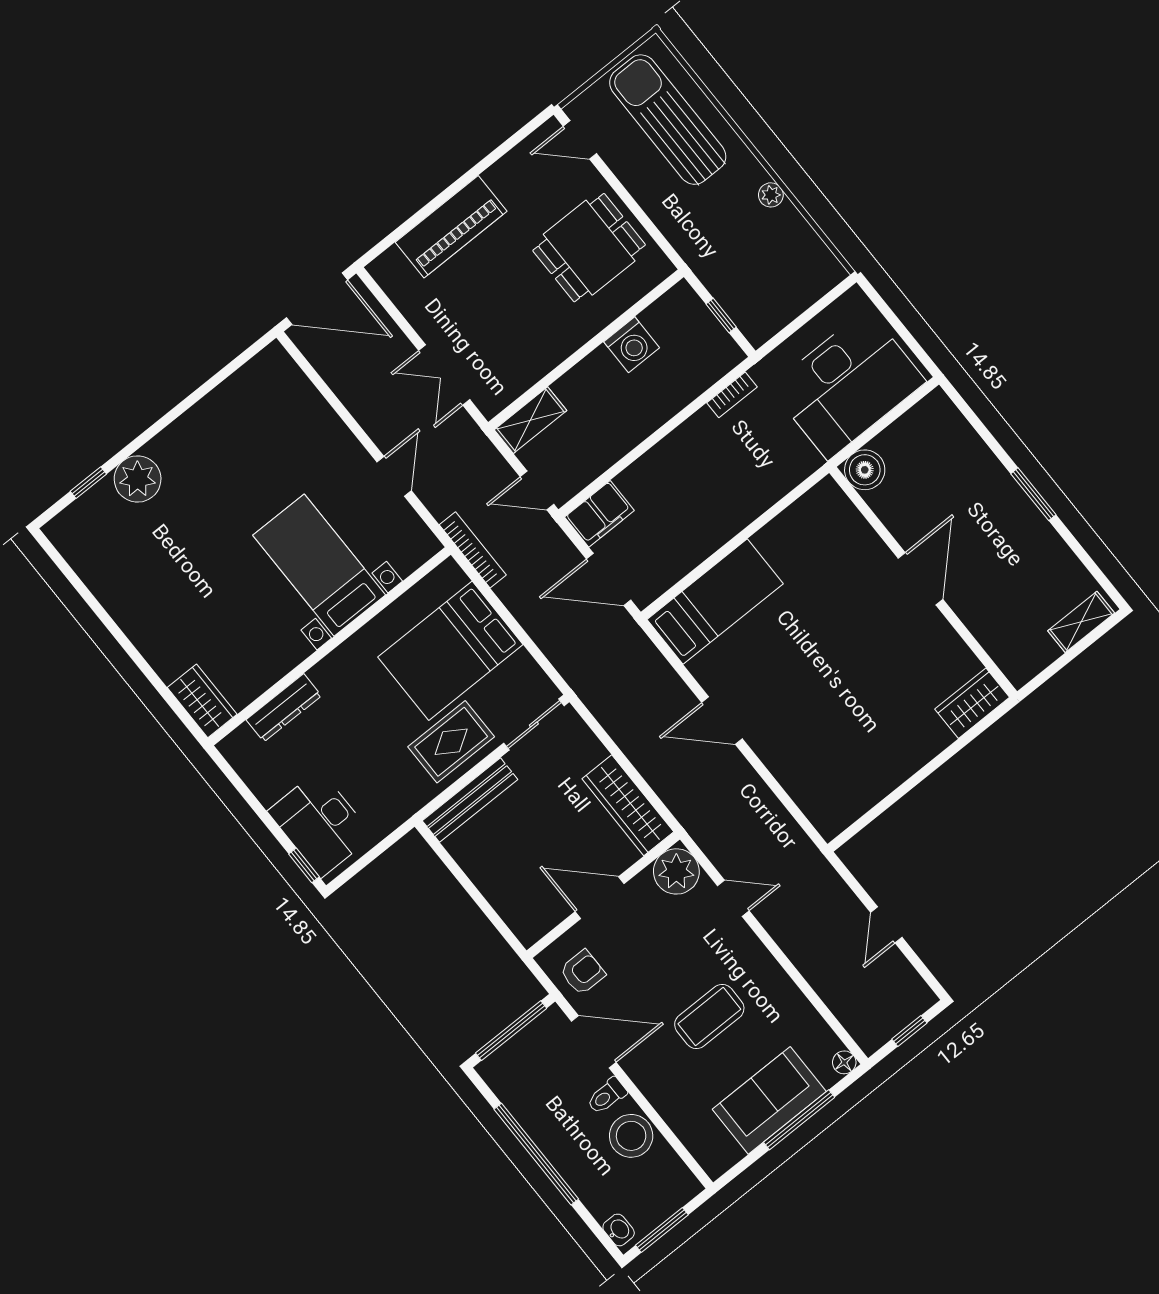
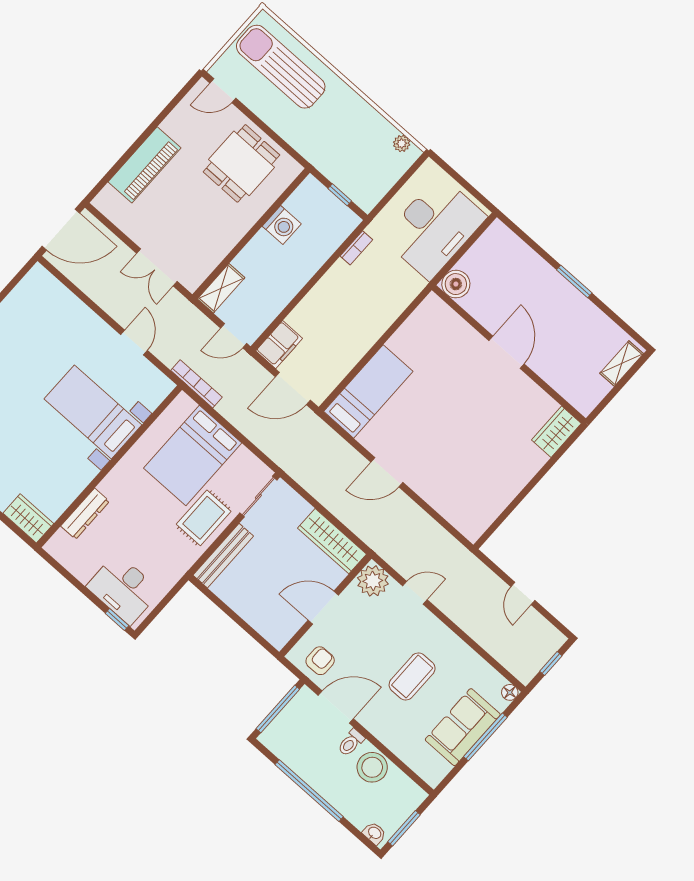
plant: (771, 195) -> (402, 144), moved

